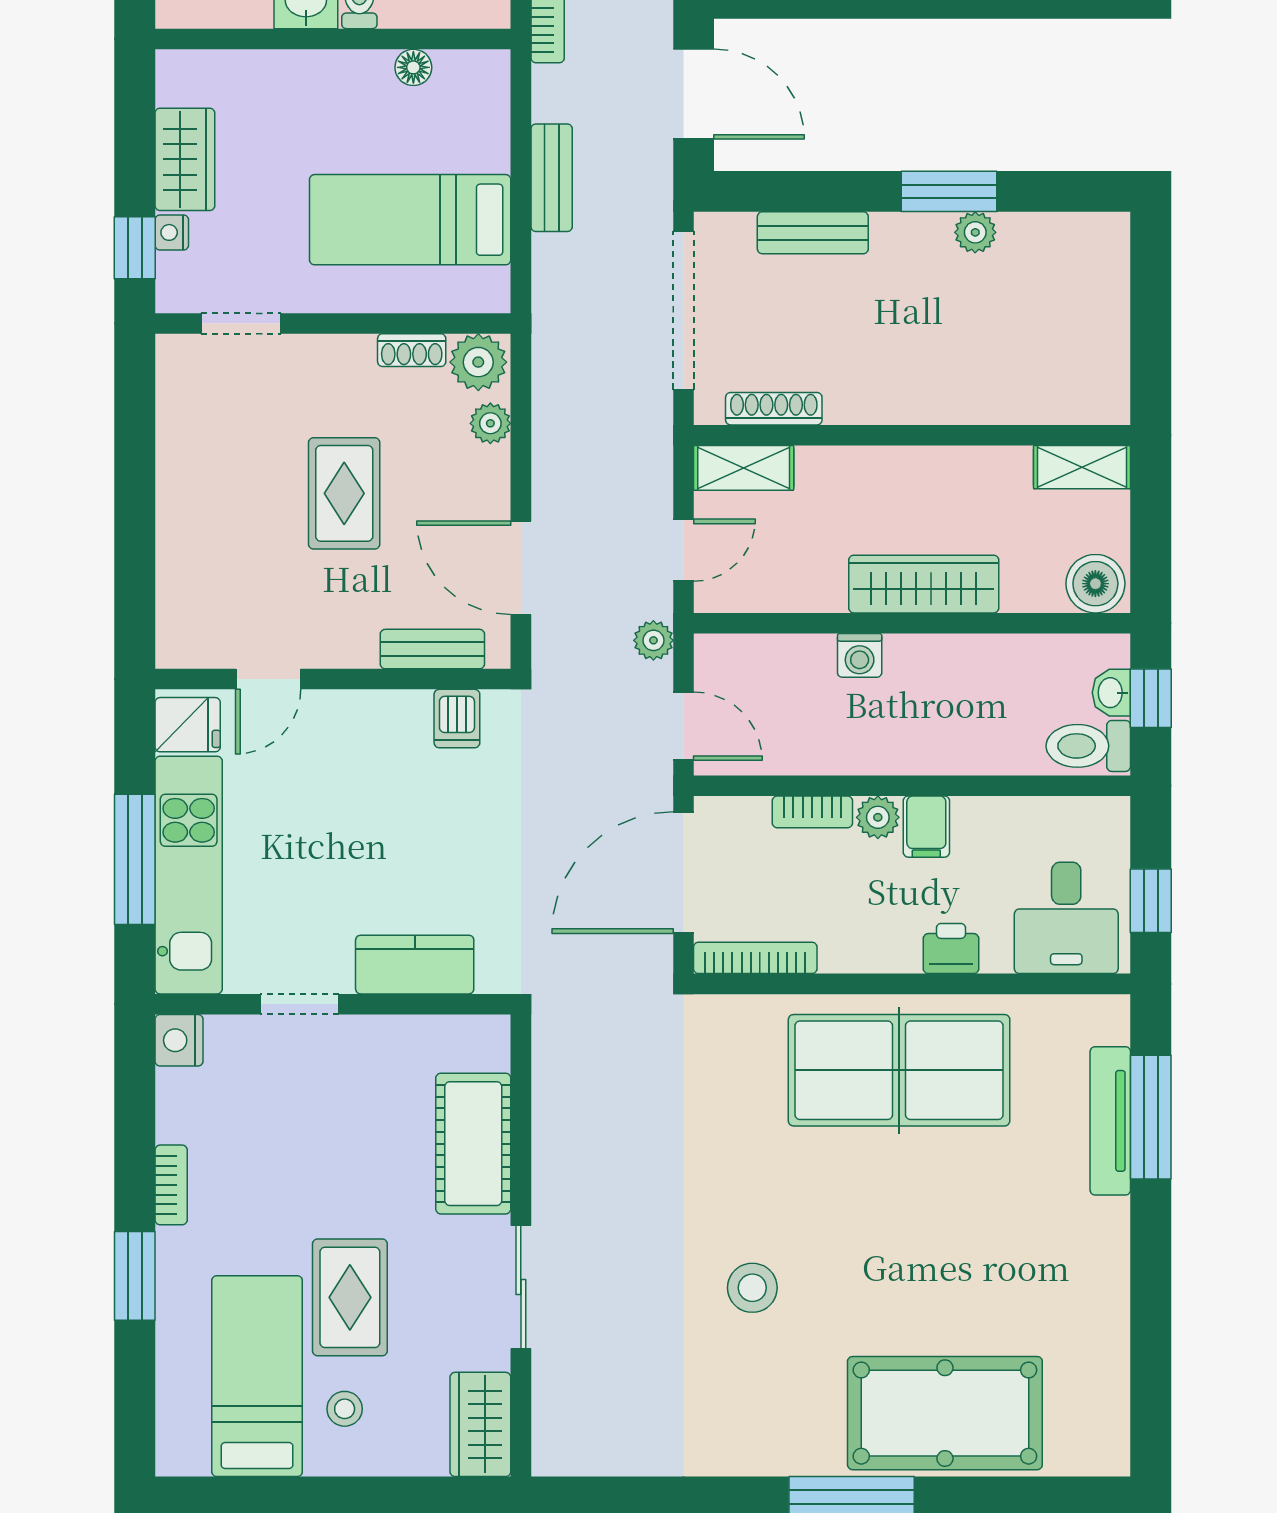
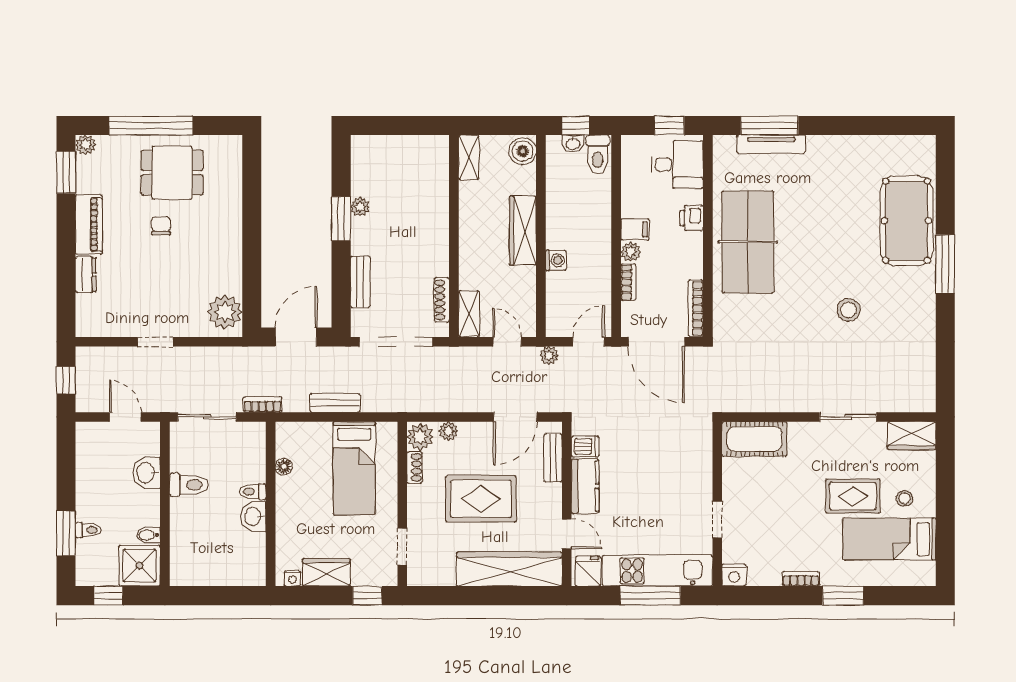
nightstand: (172, 232) -> (293, 578), moved
rug: (344, 493) -> (481, 499), width x1.36, depth x1.43
wardrobe: (192, 555) -> (509, 569), added
kitchen counter: (415, 965) -> (585, 486), moved, turned 180
cot: (473, 1144) -> (754, 439), moved

